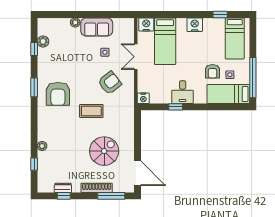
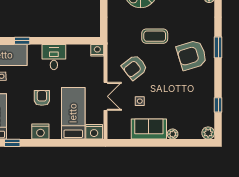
plant: (43, 41) -> (208, 133), moved
armchair: (212, 71) -> (42, 98), moved
window: (34, 87) -> (218, 47), moved
armchair: (58, 94) -> (192, 55), turned -107
window: (176, 107) -> (22, 41), moved

